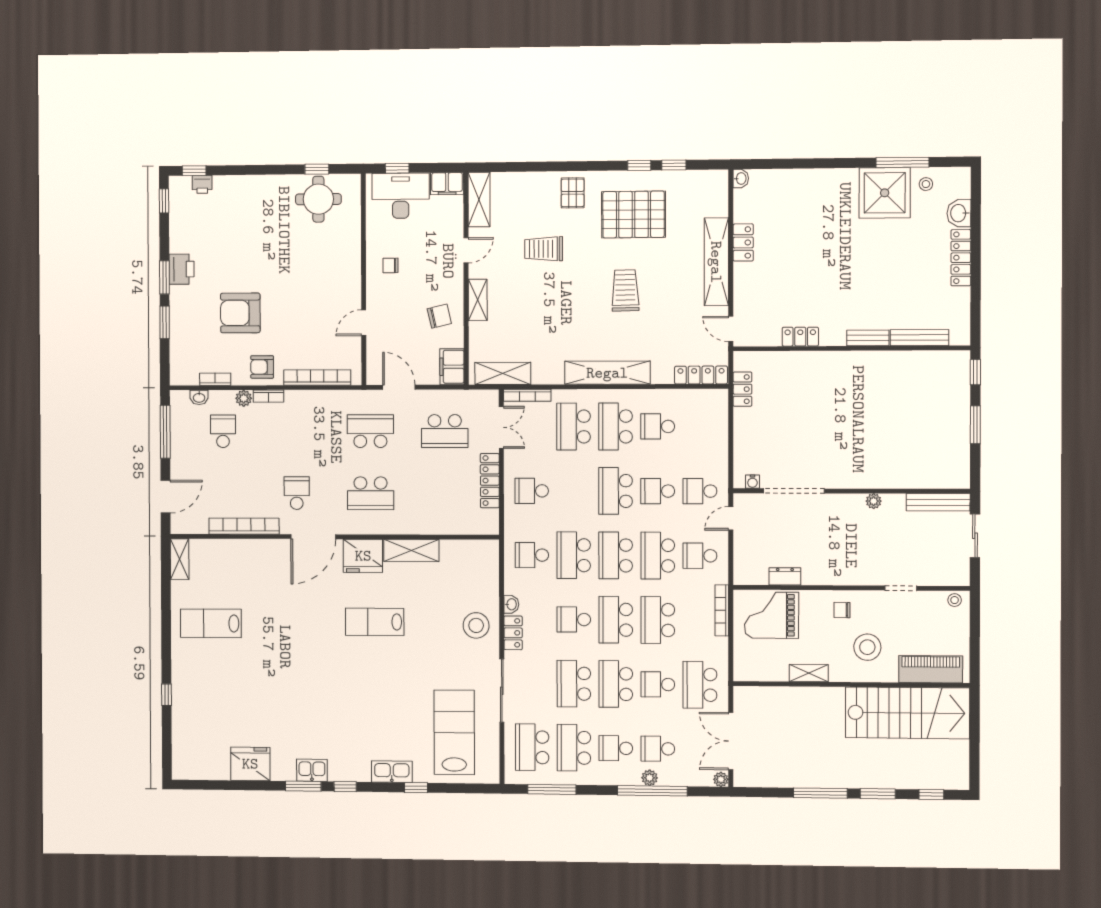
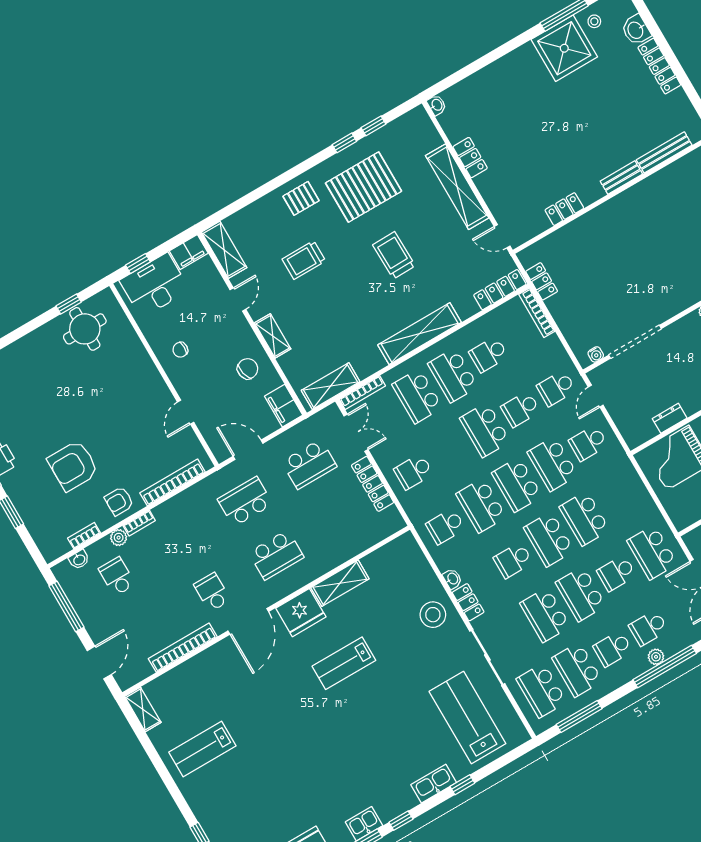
pallet: (573, 193) -> (301, 198), turned 90
bookcase: (722, 610) -> (537, 313), moved

